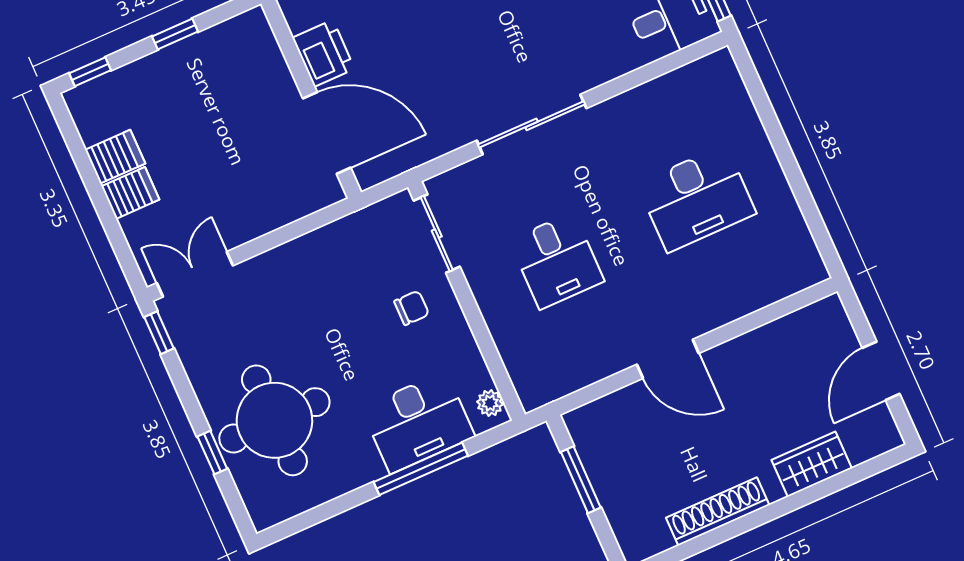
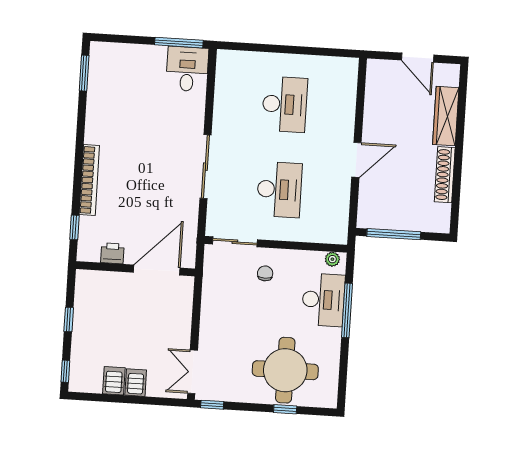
printer: (323, 53) -> (112, 253), width x0.73, depth x0.81
desk: (557, 261) -> (279, 190), width x1.37
wardrobe: (812, 464) -> (446, 116), width x1.50
window: (581, 480) -> (394, 234), width x1.44

